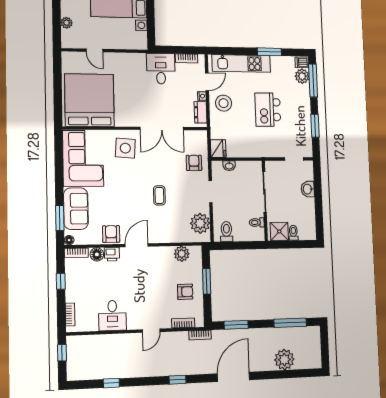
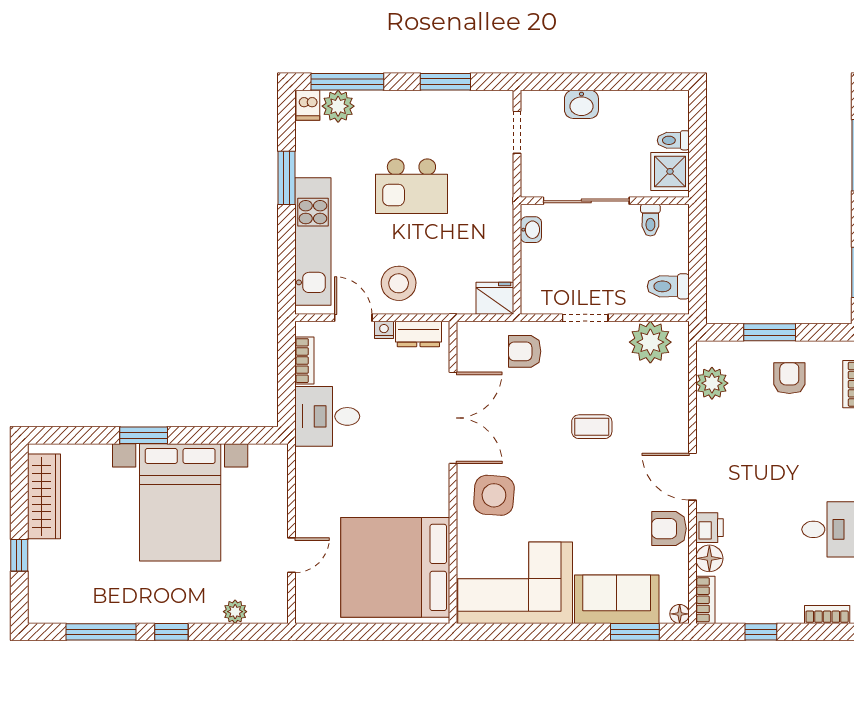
washbasin: (229, 166) -> (531, 230), moved

